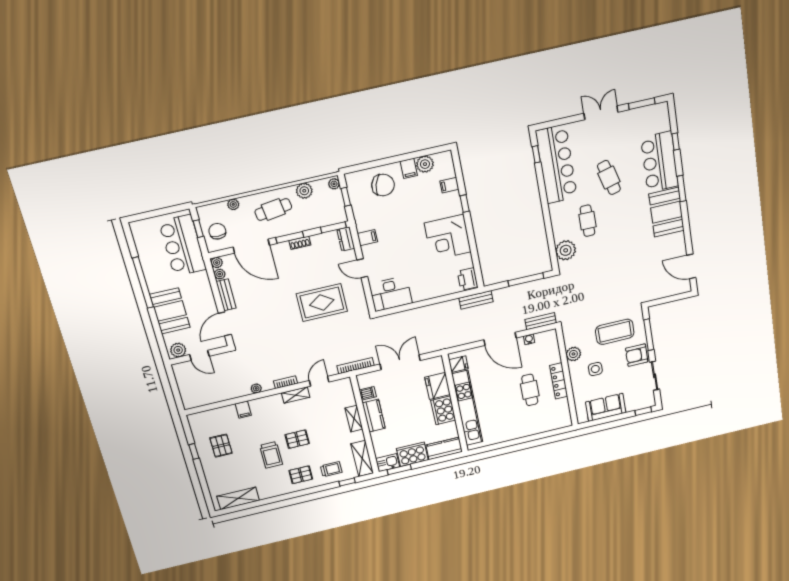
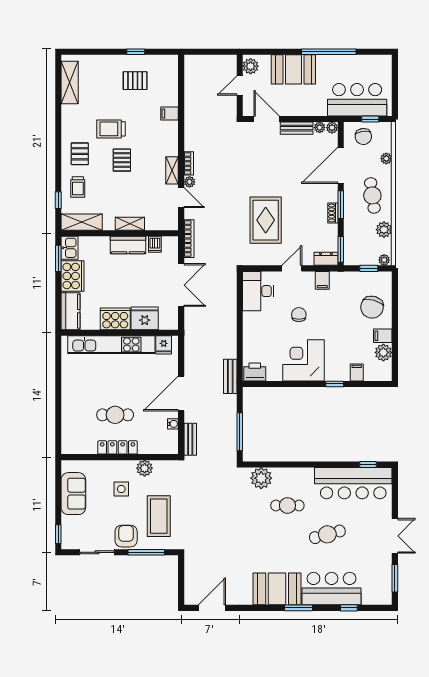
chair: (217, 231) -> (363, 137), turned 83
chair: (405, 252) -> (299, 315), added
plant: (256, 388) -> (190, 182), moved

